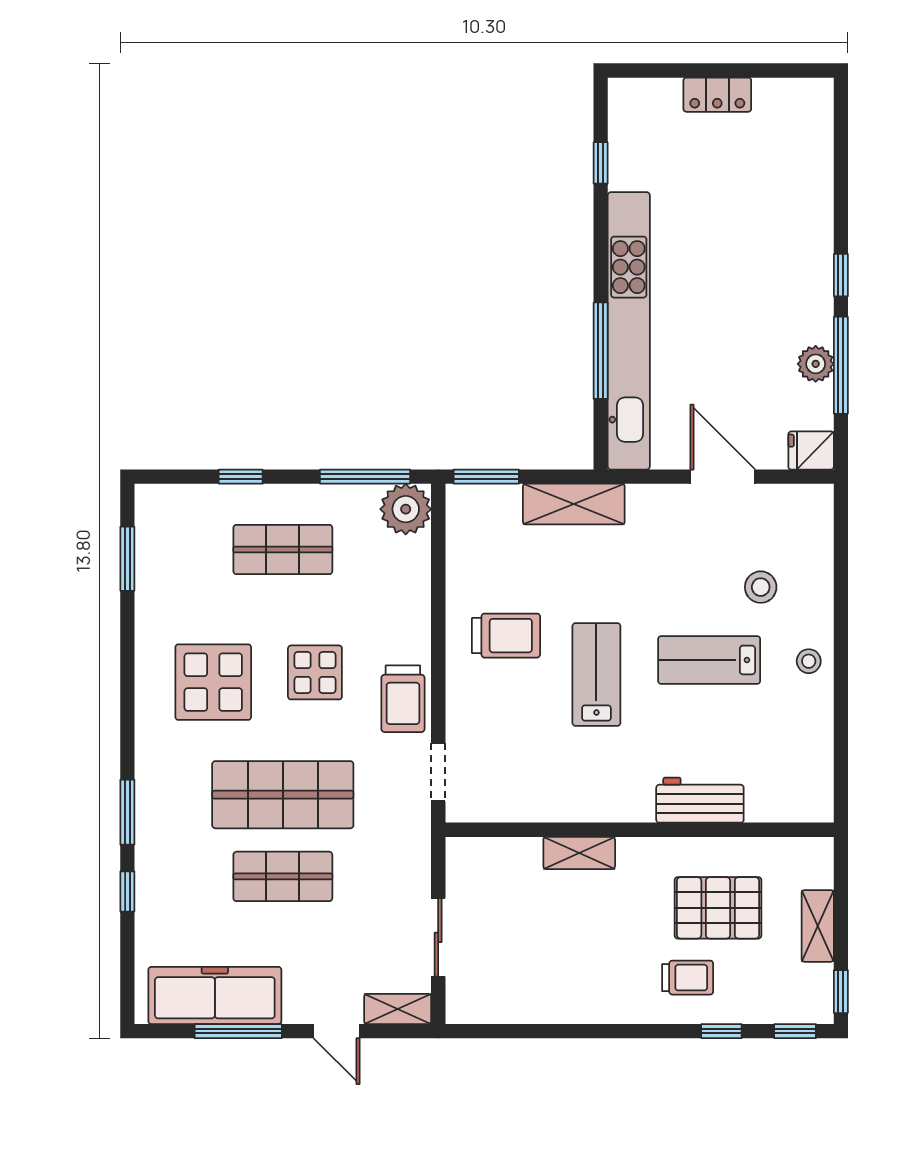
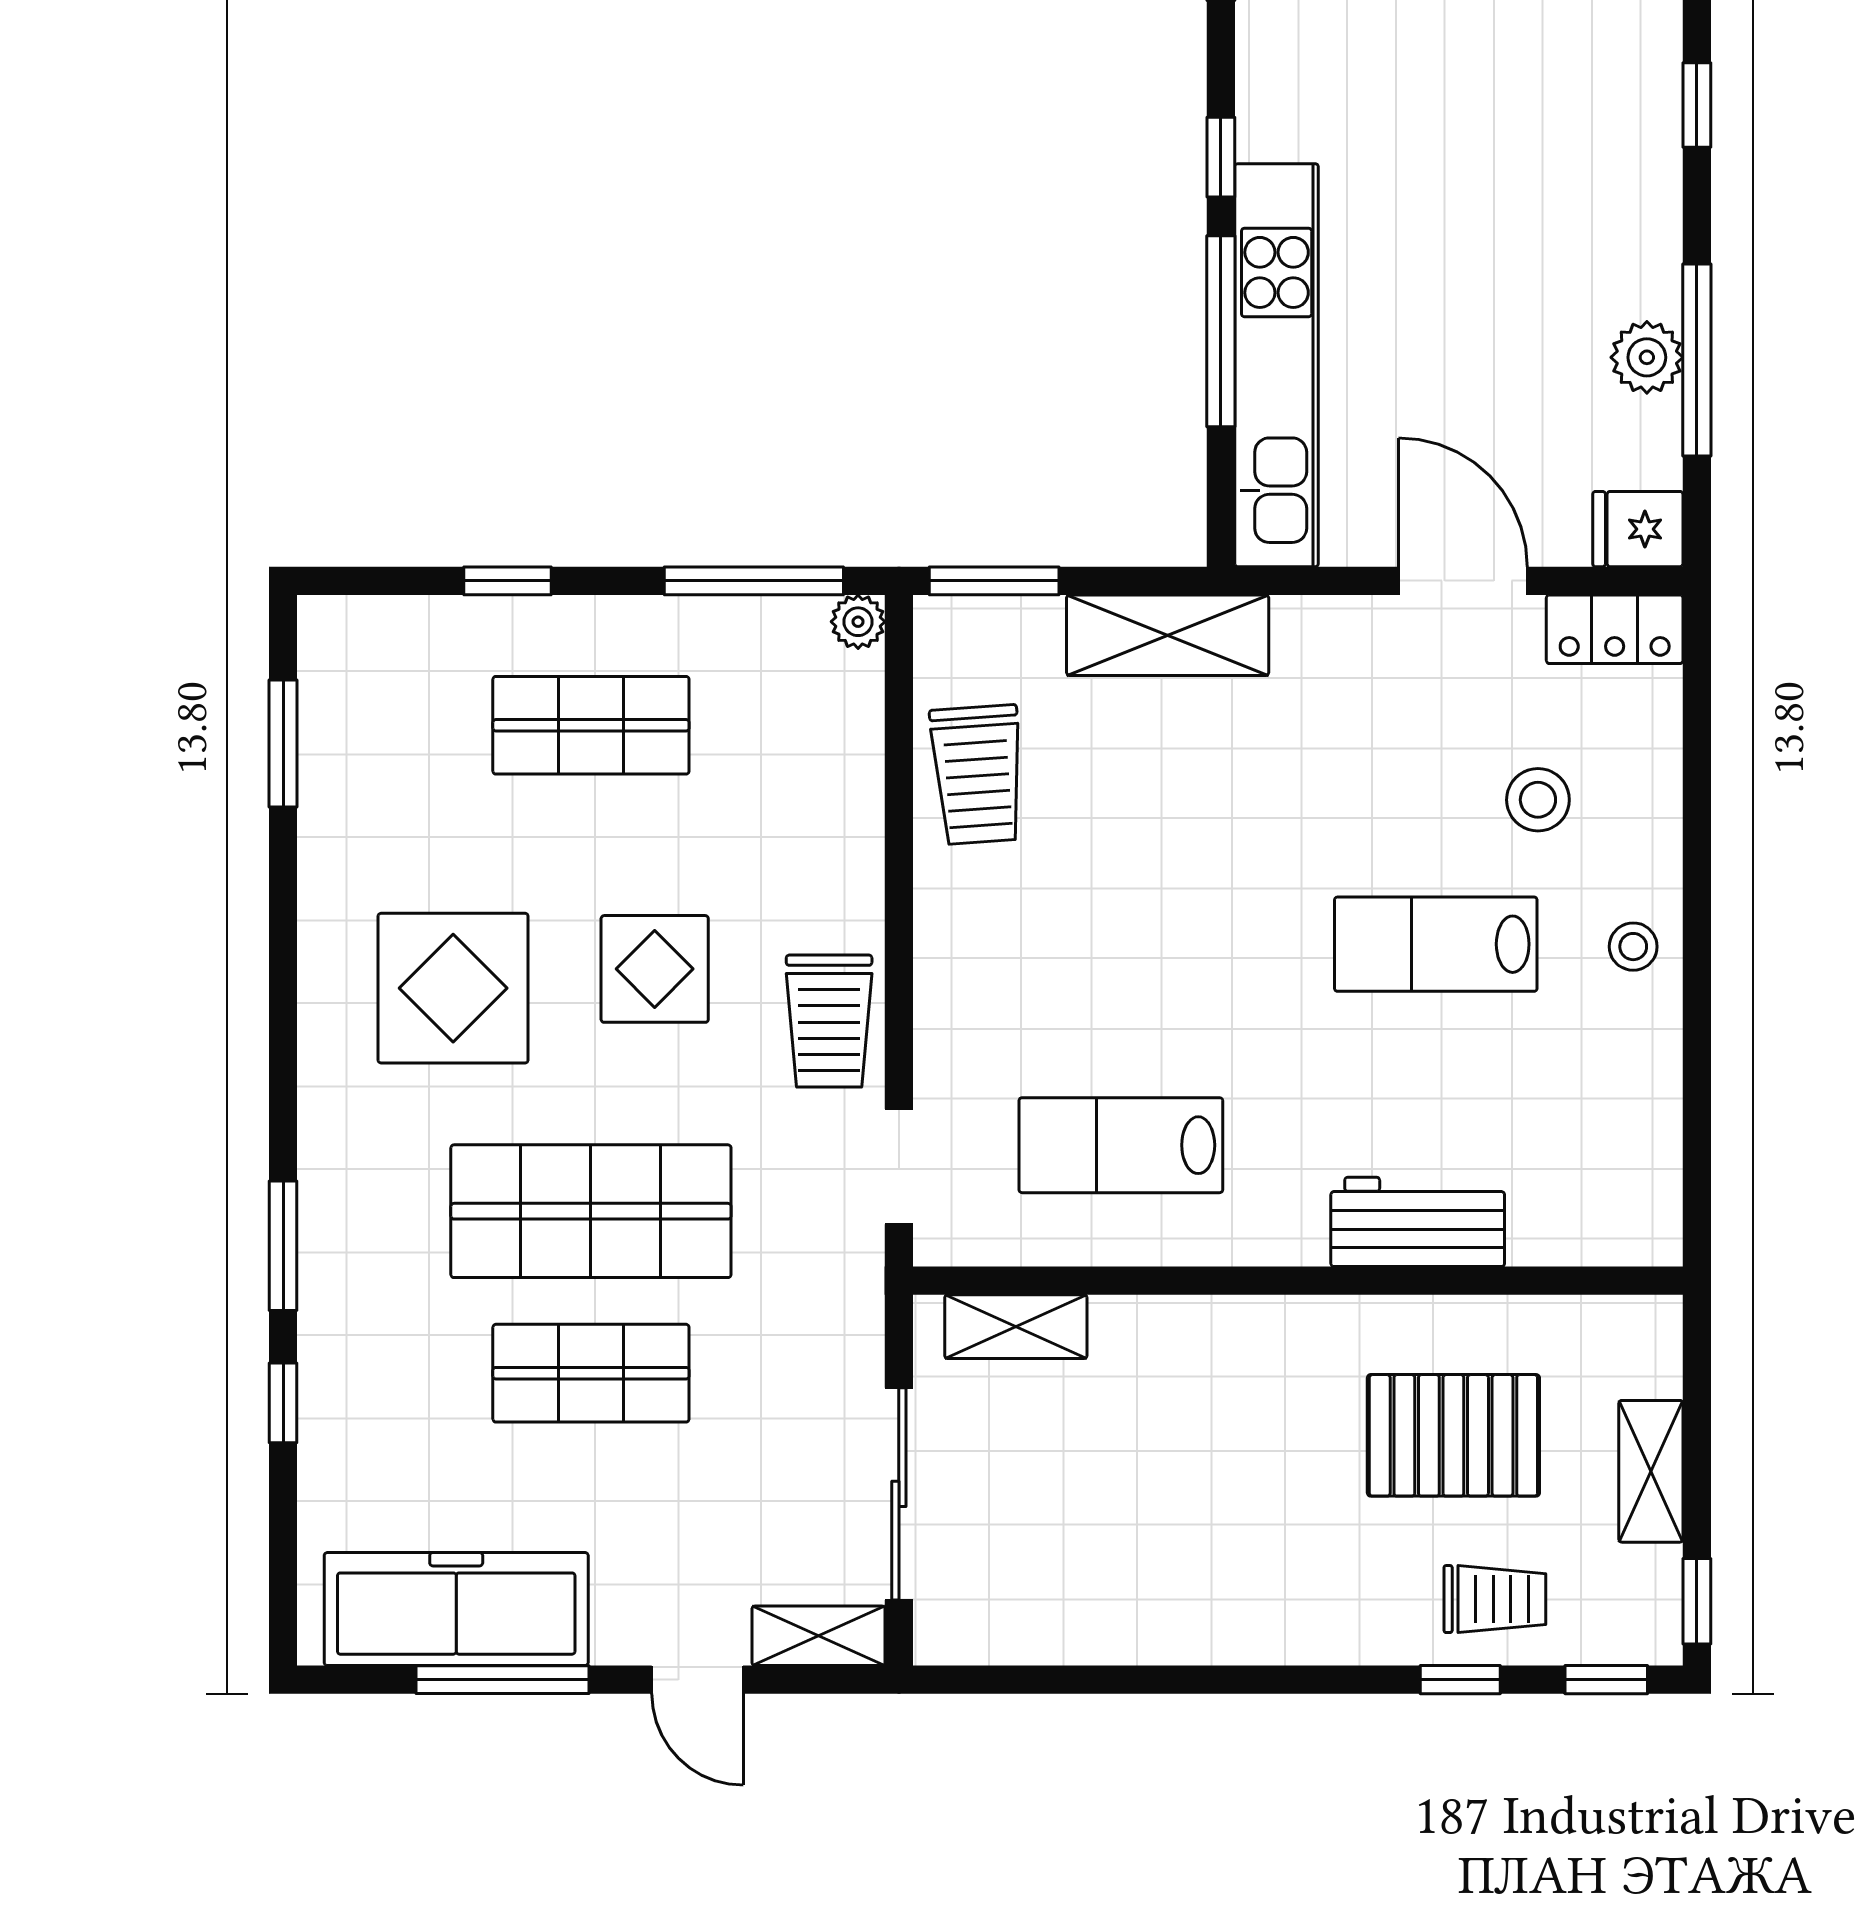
window: (601, 263) -> (1221, 157), added
window: (841, 275) -> (1697, 105), moved
kitchen unit: (629, 331) -> (1277, 365), width x0.73
locker: (799, 501) -> (1615, 629), added
plant: (406, 509) -> (858, 622), width x0.53, depth x0.53
trolley: (506, 636) -> (977, 775), moved, turned 86
lab bench: (596, 674) -> (1121, 1145), moved, turned -90
shelving: (579, 853) -> (1016, 1327), moved
sliding door: (438, 937) -> (899, 1494), width x1.37
trolley: (688, 978) -> (1495, 1599), moved

